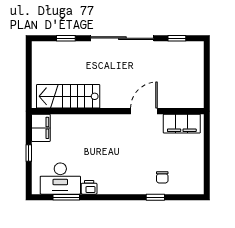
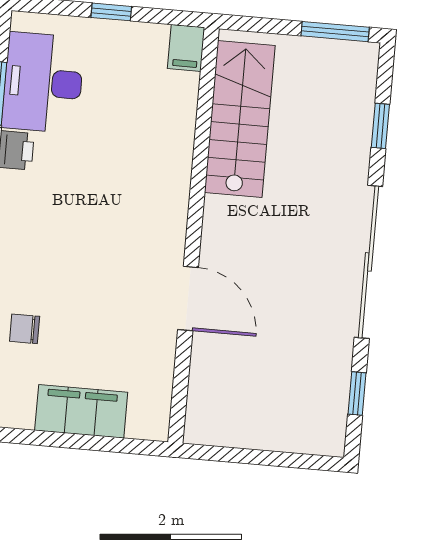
window: (29, 60) -> (335, 32), added
filing cabinet: (182, 124) -> (81, 411), moved, turned 90
filing cabinet: (41, 128) -> (186, 48), width x0.50

